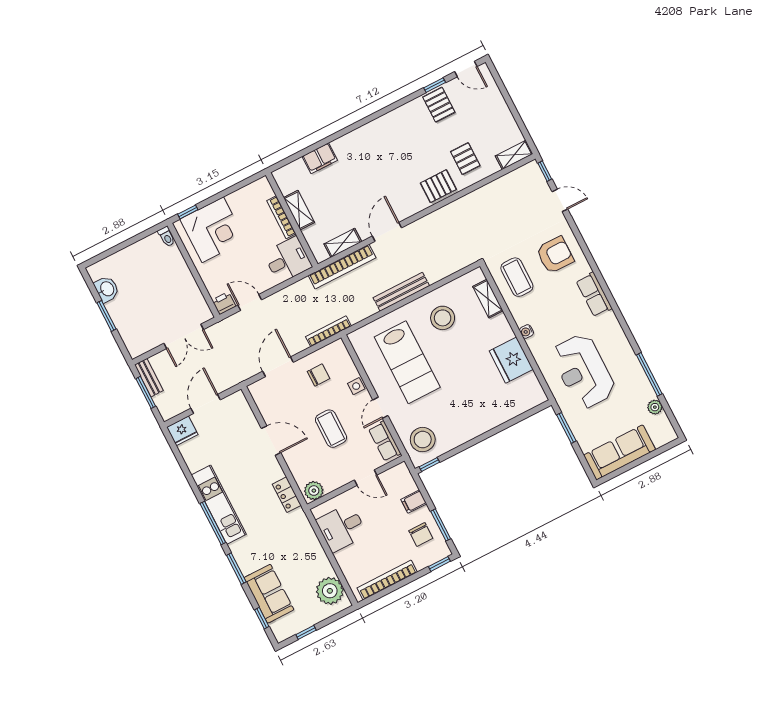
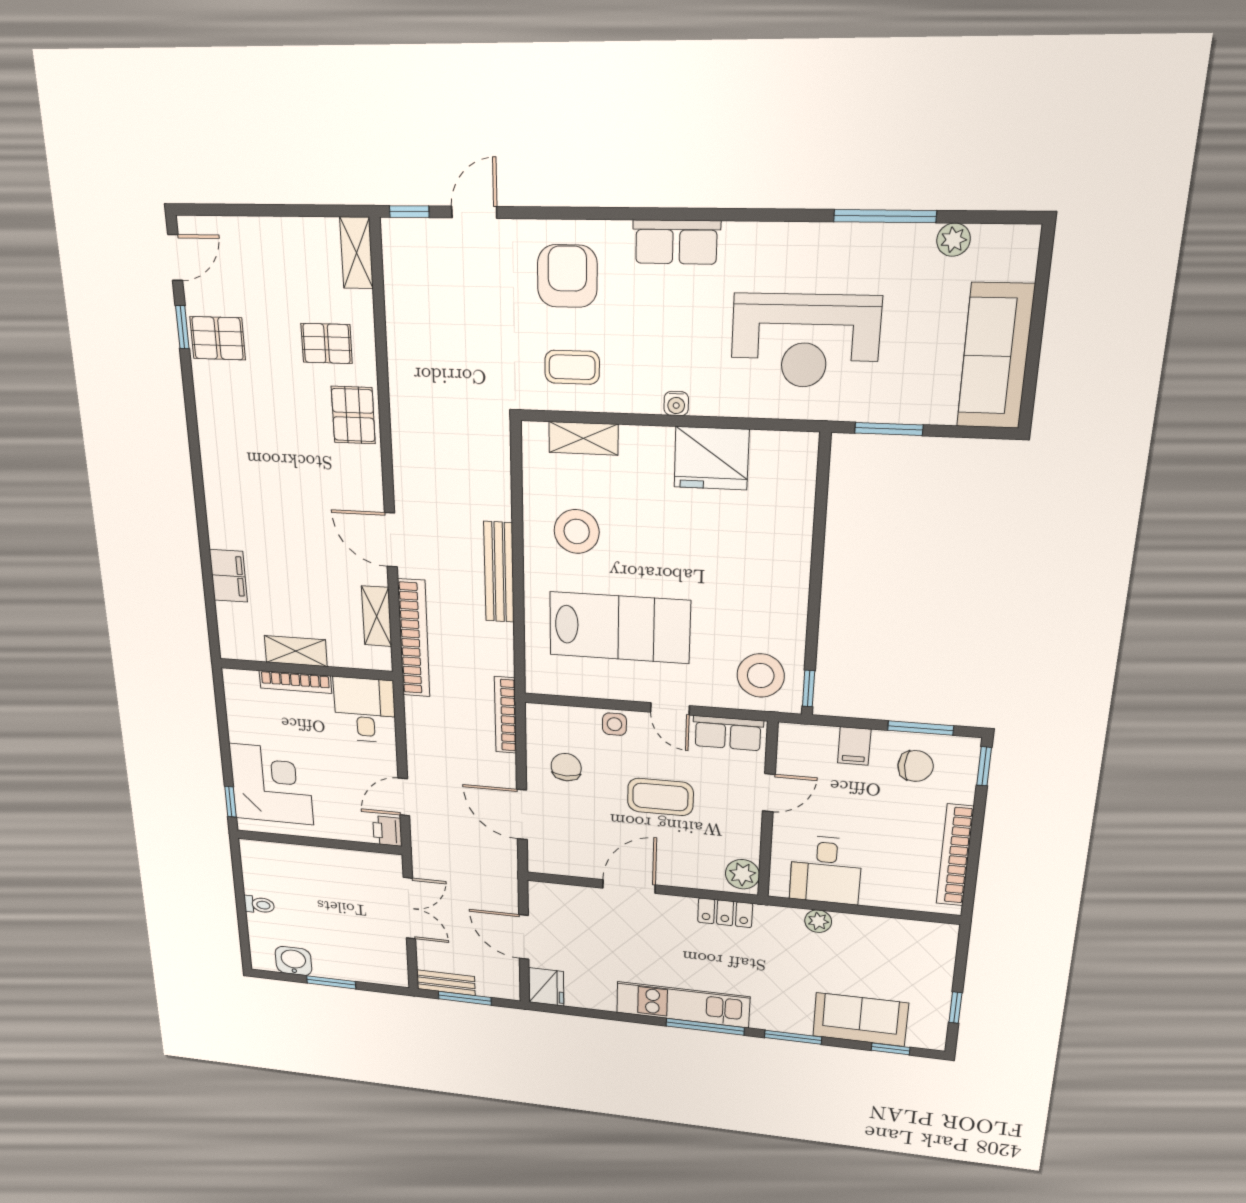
toilet: (167, 237) -> (259, 905), moved
coffee table: (517, 277) -> (572, 367), width x0.73, depth x0.77
plant: (330, 591) -> (818, 921), moved, width x0.53, depth x0.53

